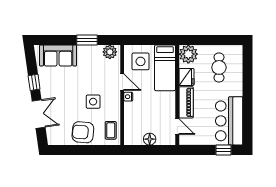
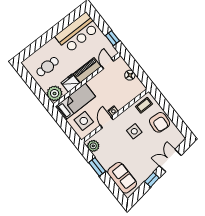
window: (224, 150) -> (112, 38), moved

